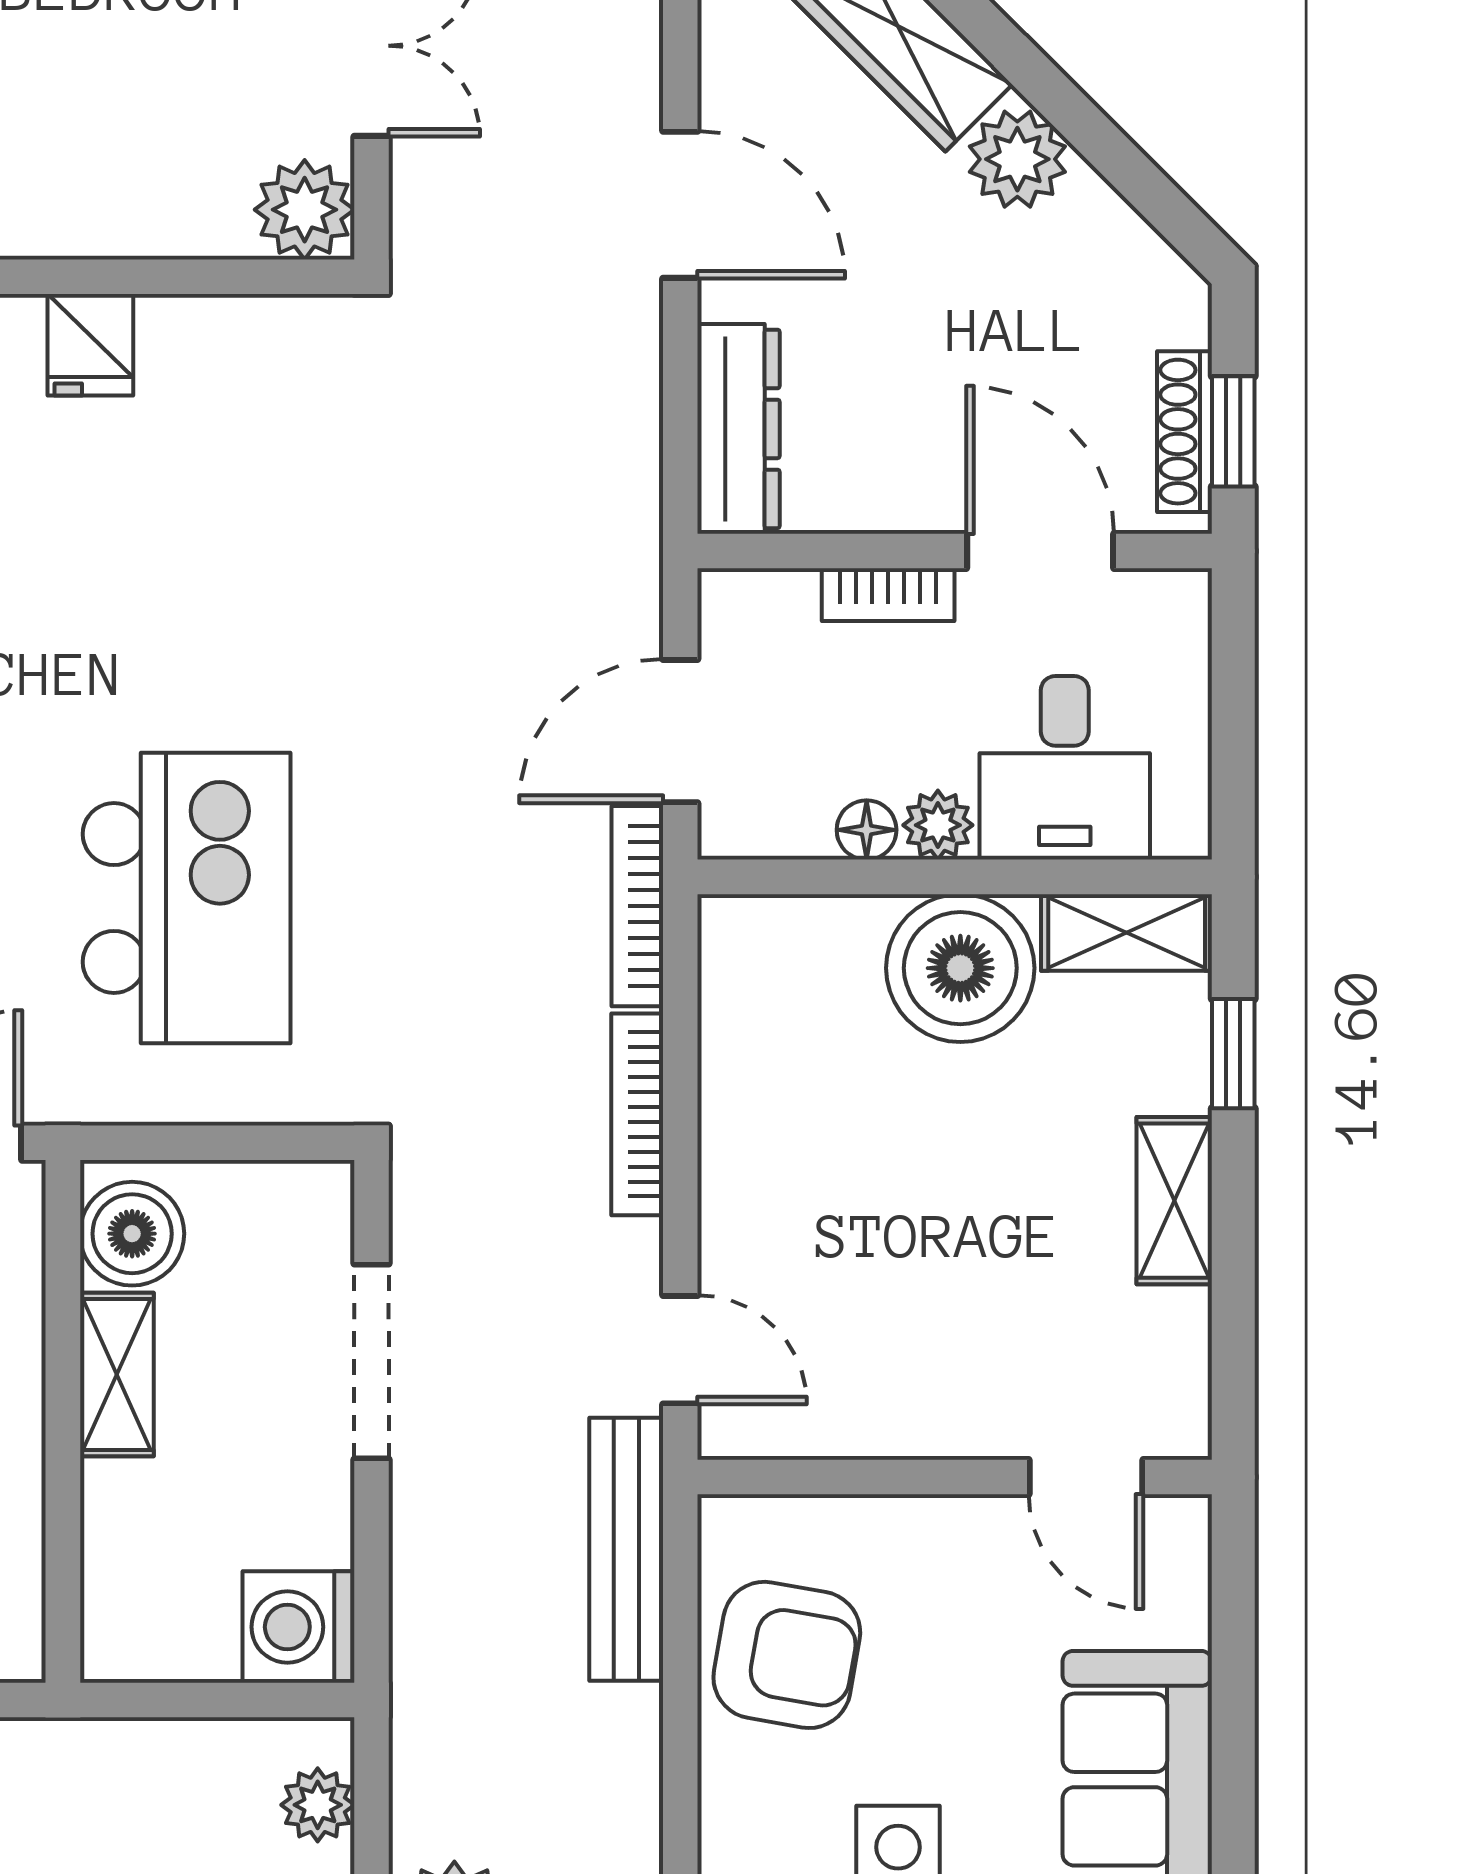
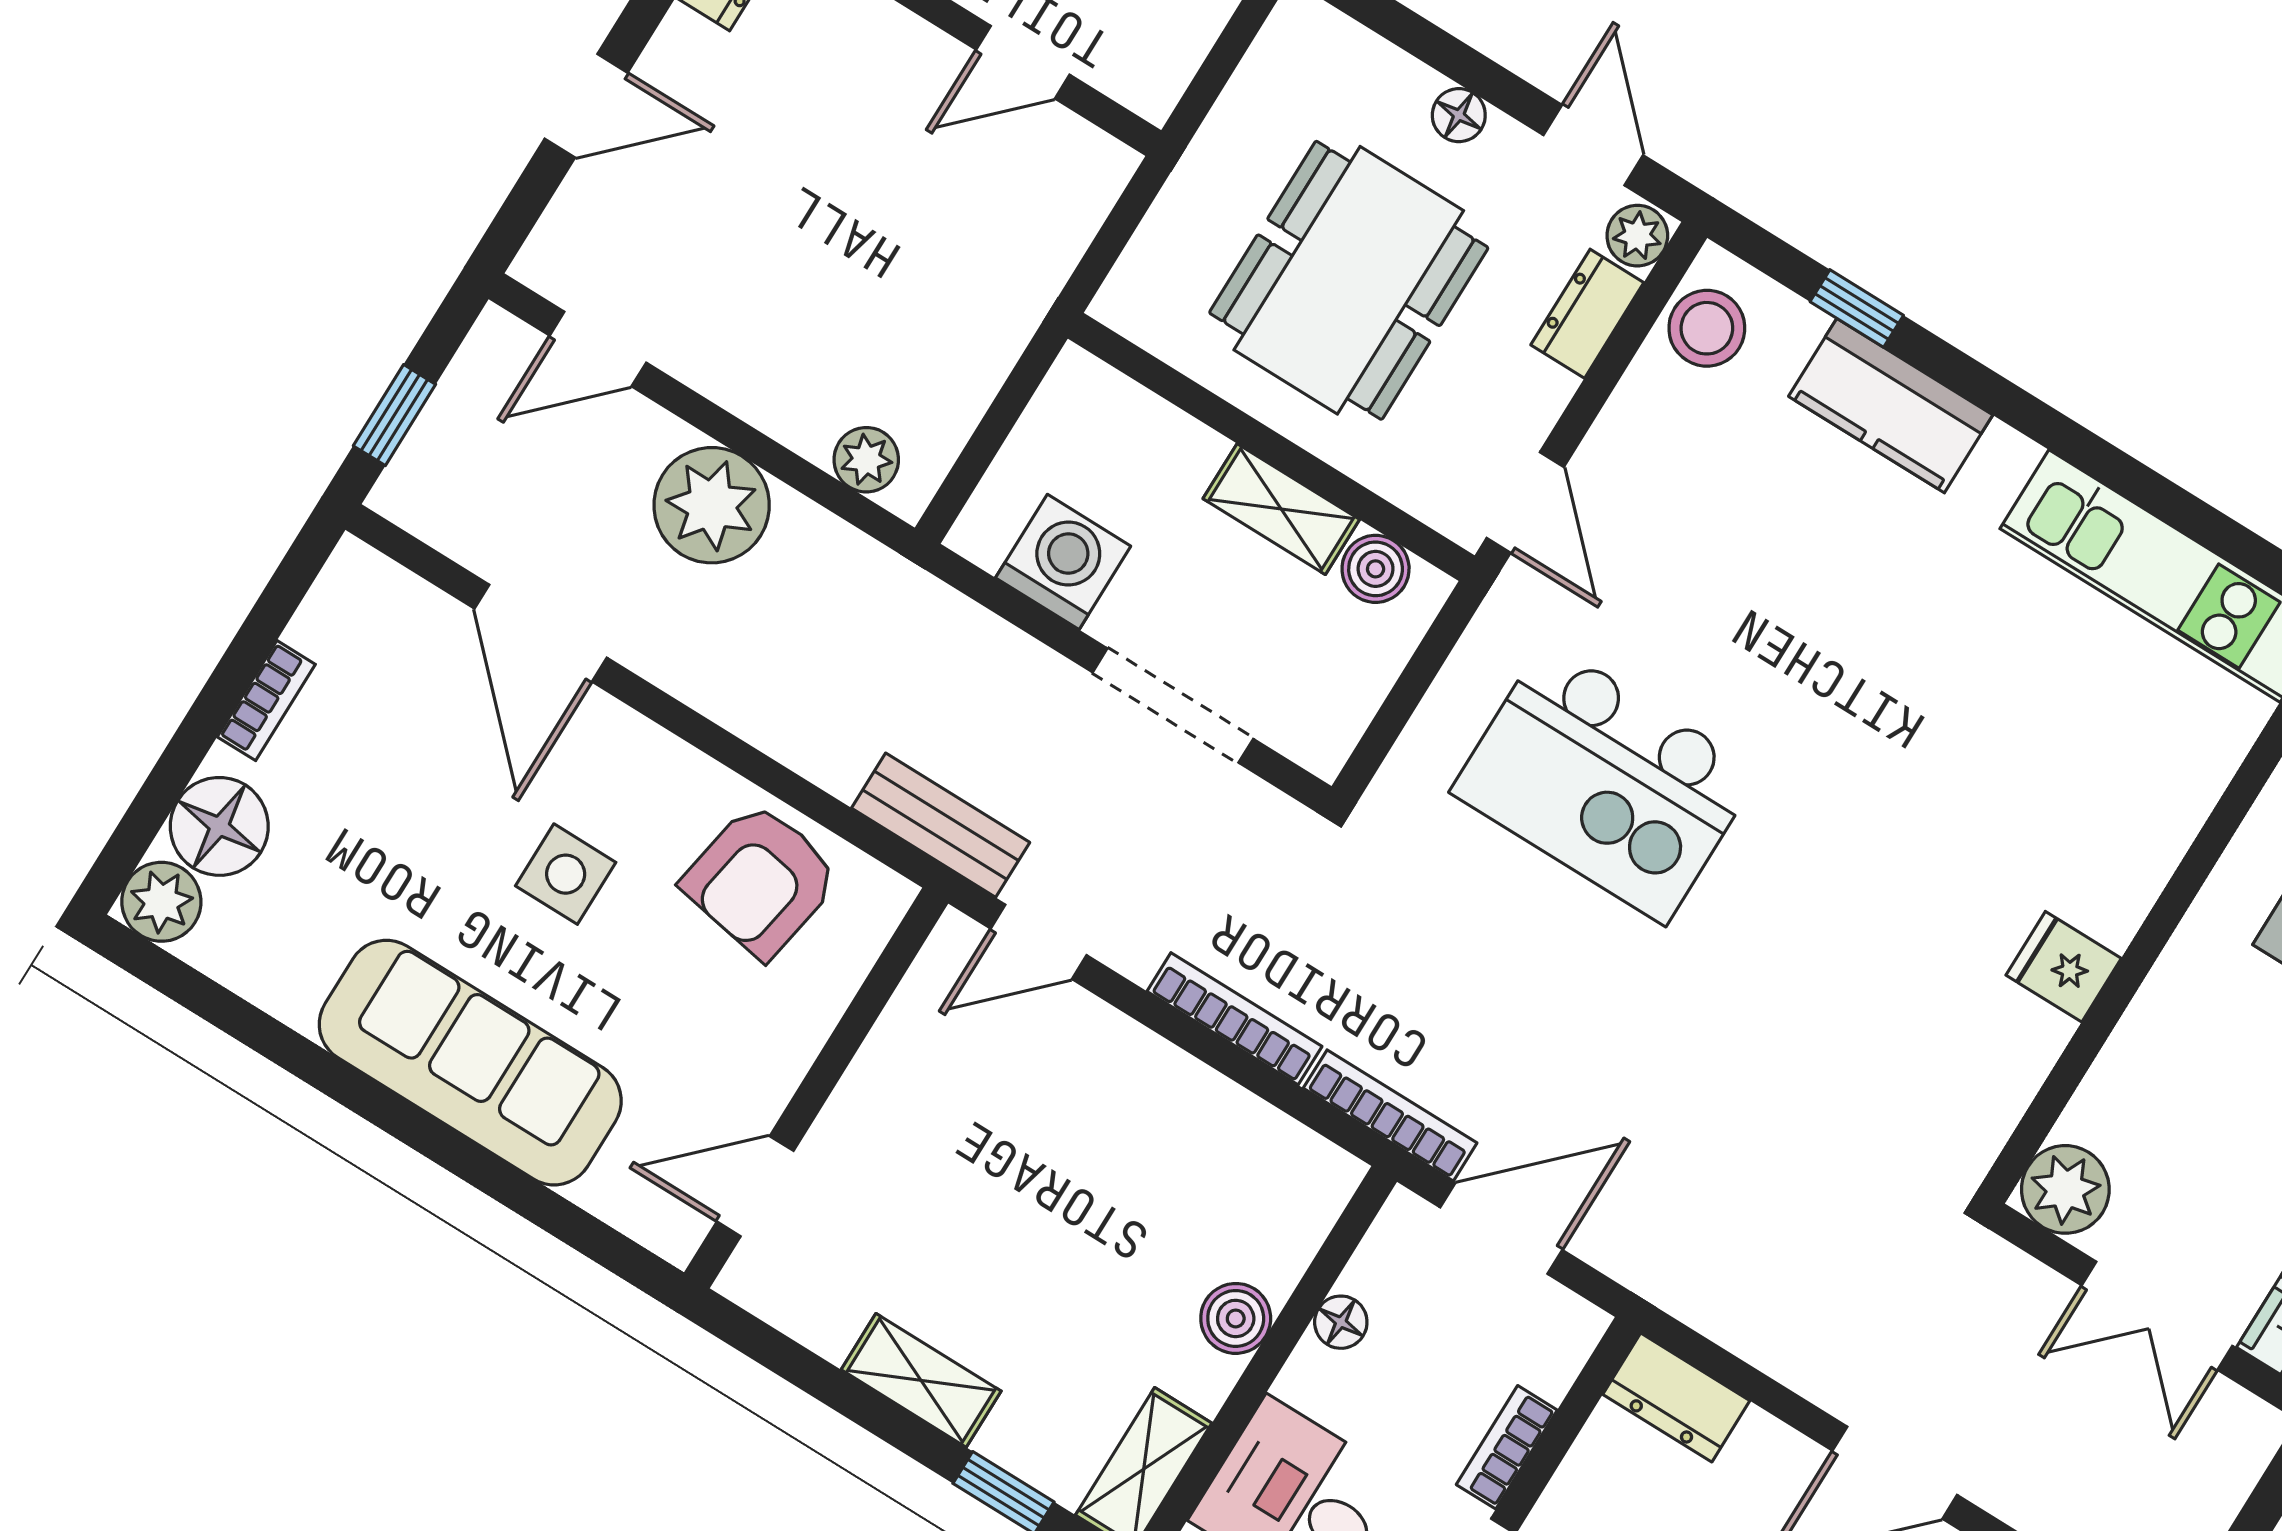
dresser: (738, 429) -> (1676, 1397), width x0.70
door: (680, 731) -> (1501, 1229), hinge flipped
plant: (938, 825) -> (1311, 1378), removed
boiler: (960, 968) -> (1236, 1318), width x0.54, depth x0.54
boiler: (132, 1234) -> (1376, 569), width x0.73, depth x0.73
bench: (626, 1549) -> (941, 825), width x0.73
washing machine: (299, 1627) -> (1063, 562), moved

